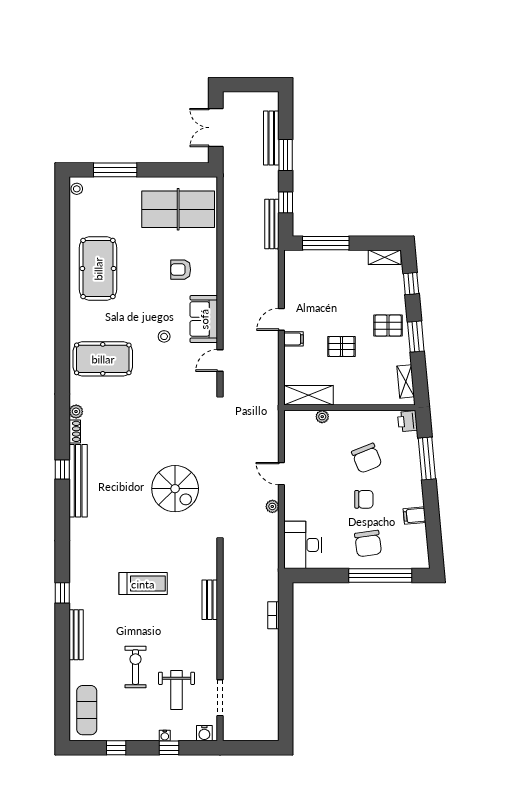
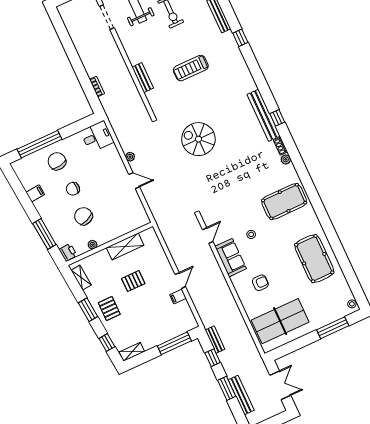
bench: (272, 224) -> (215, 340), width x0.73
pallet: (388, 326) -> (109, 309), turned 90
filing cabinet: (294, 339) -> (178, 297), moved
shelving: (308, 395) -> (125, 246), moved
plant: (322, 417) -> (93, 245), moved
desk: (303, 545) -> (97, 137), width x0.73

